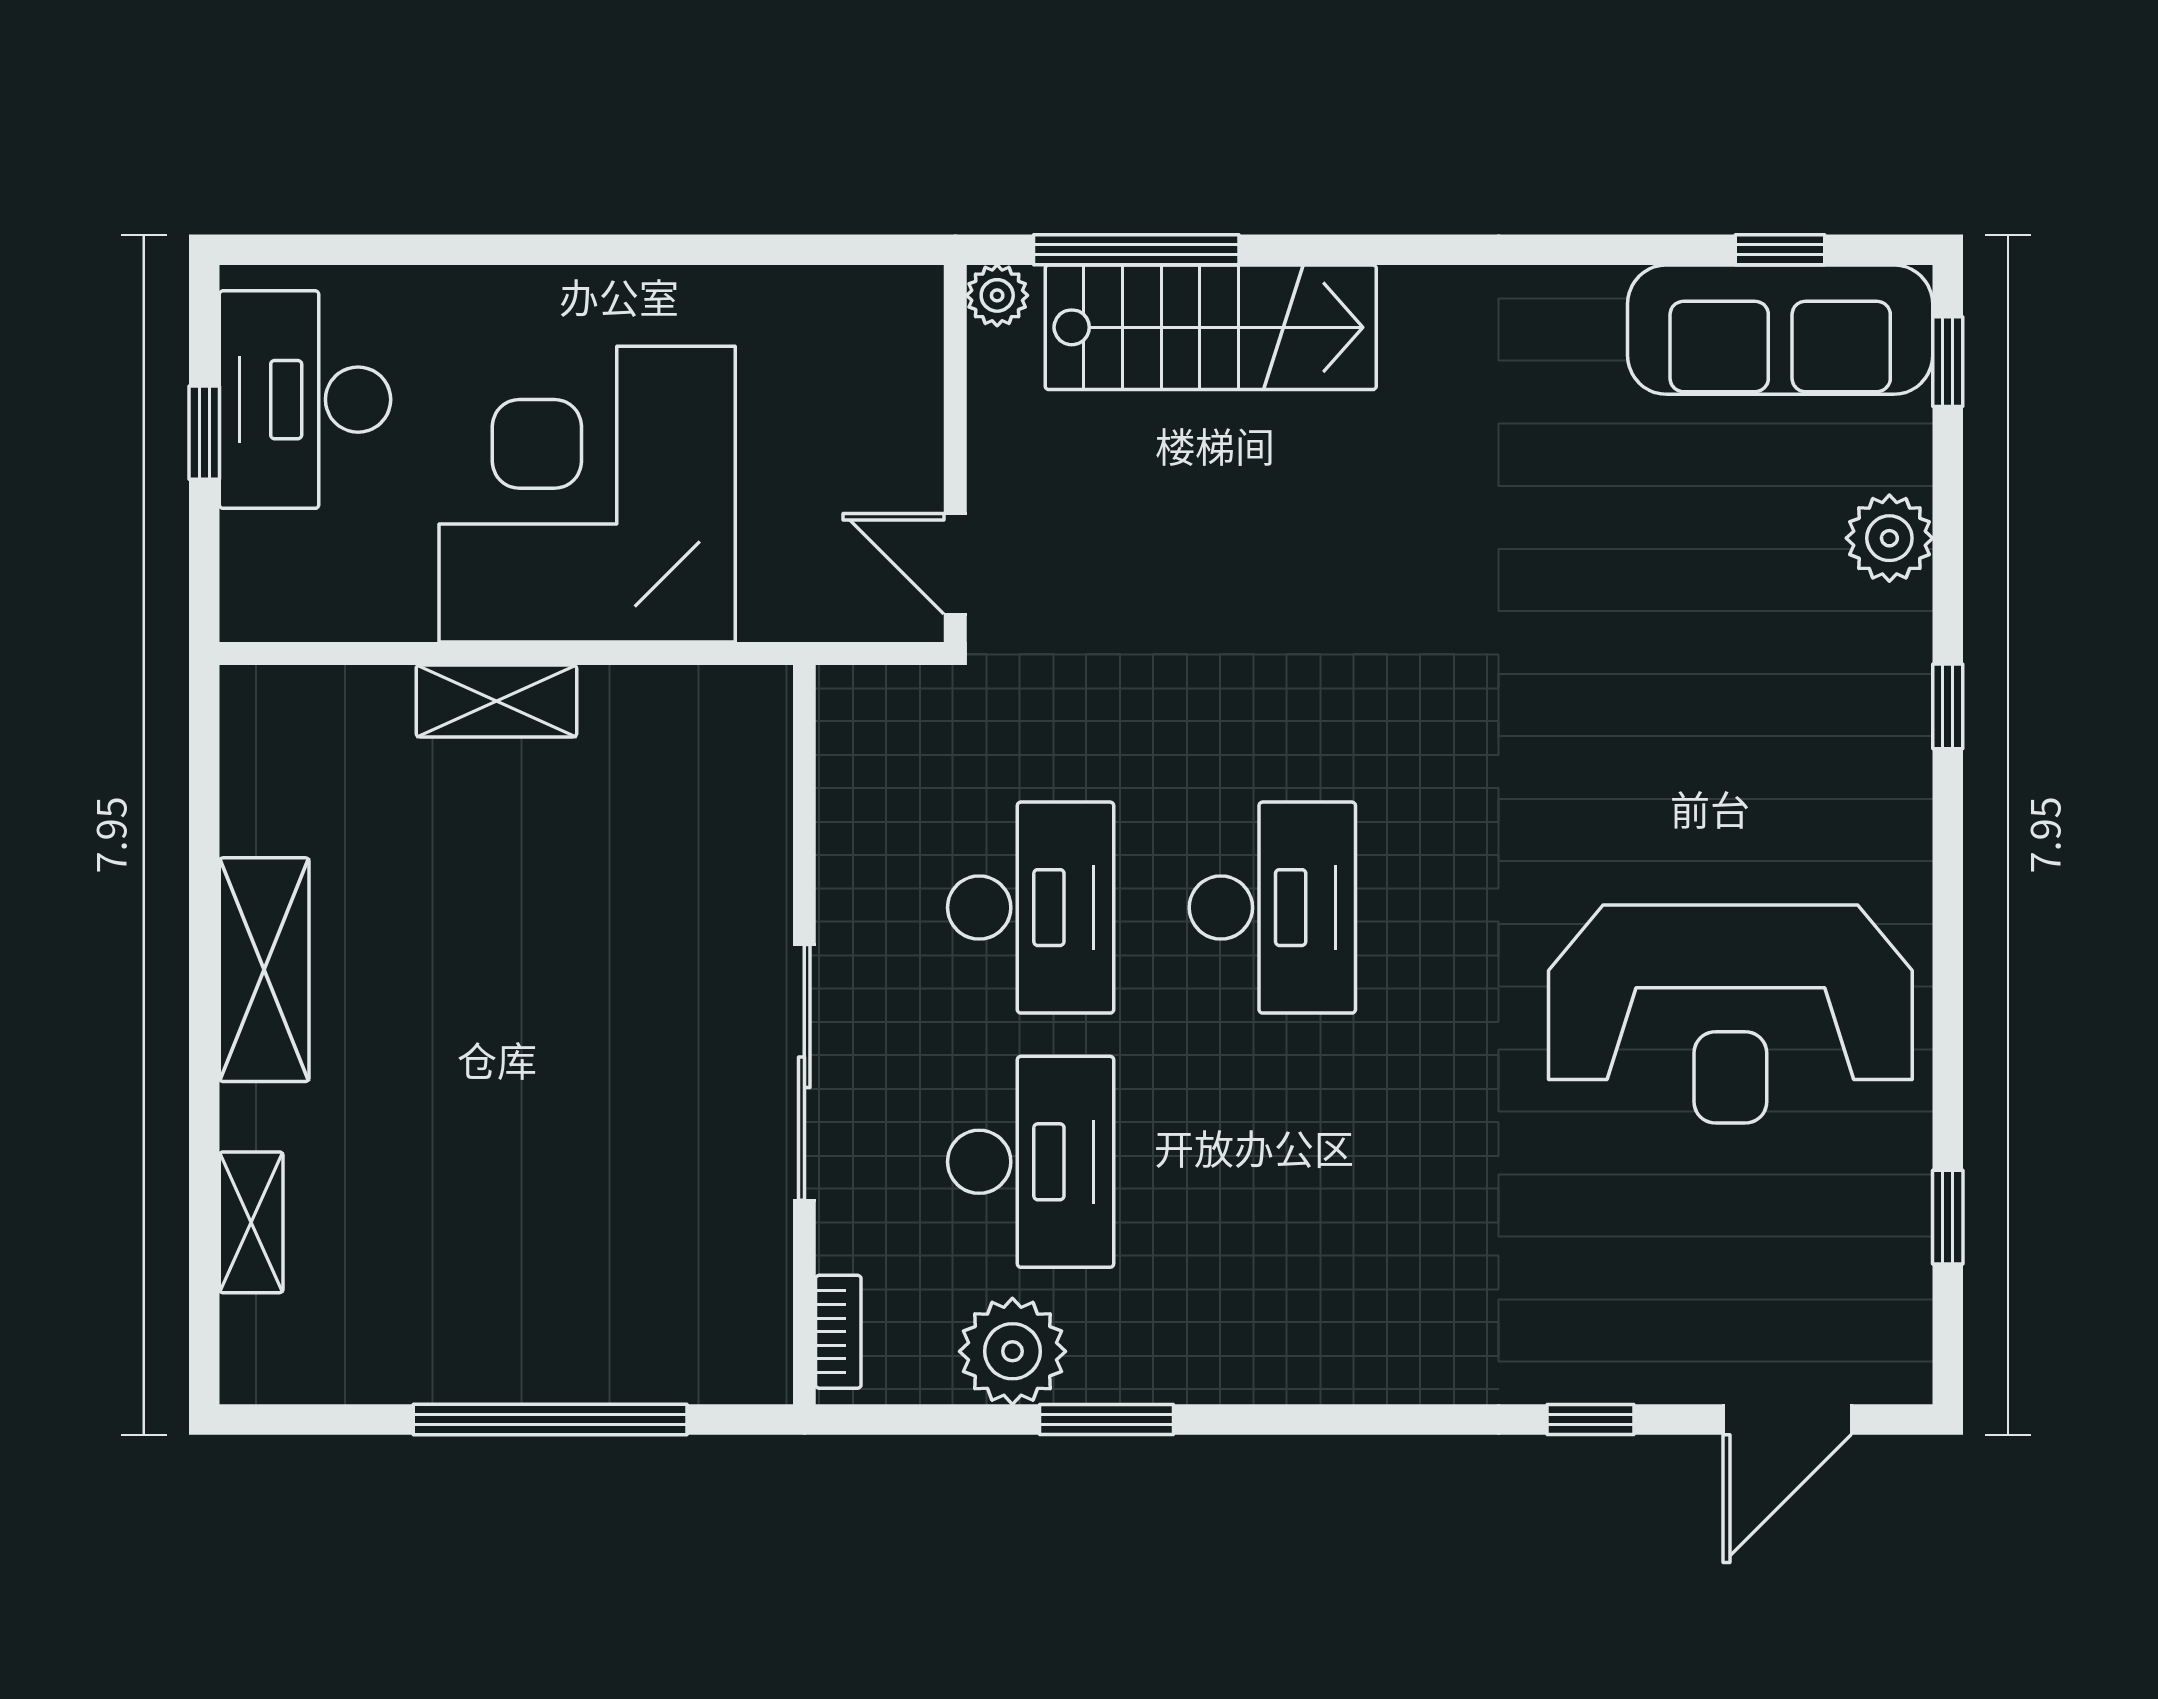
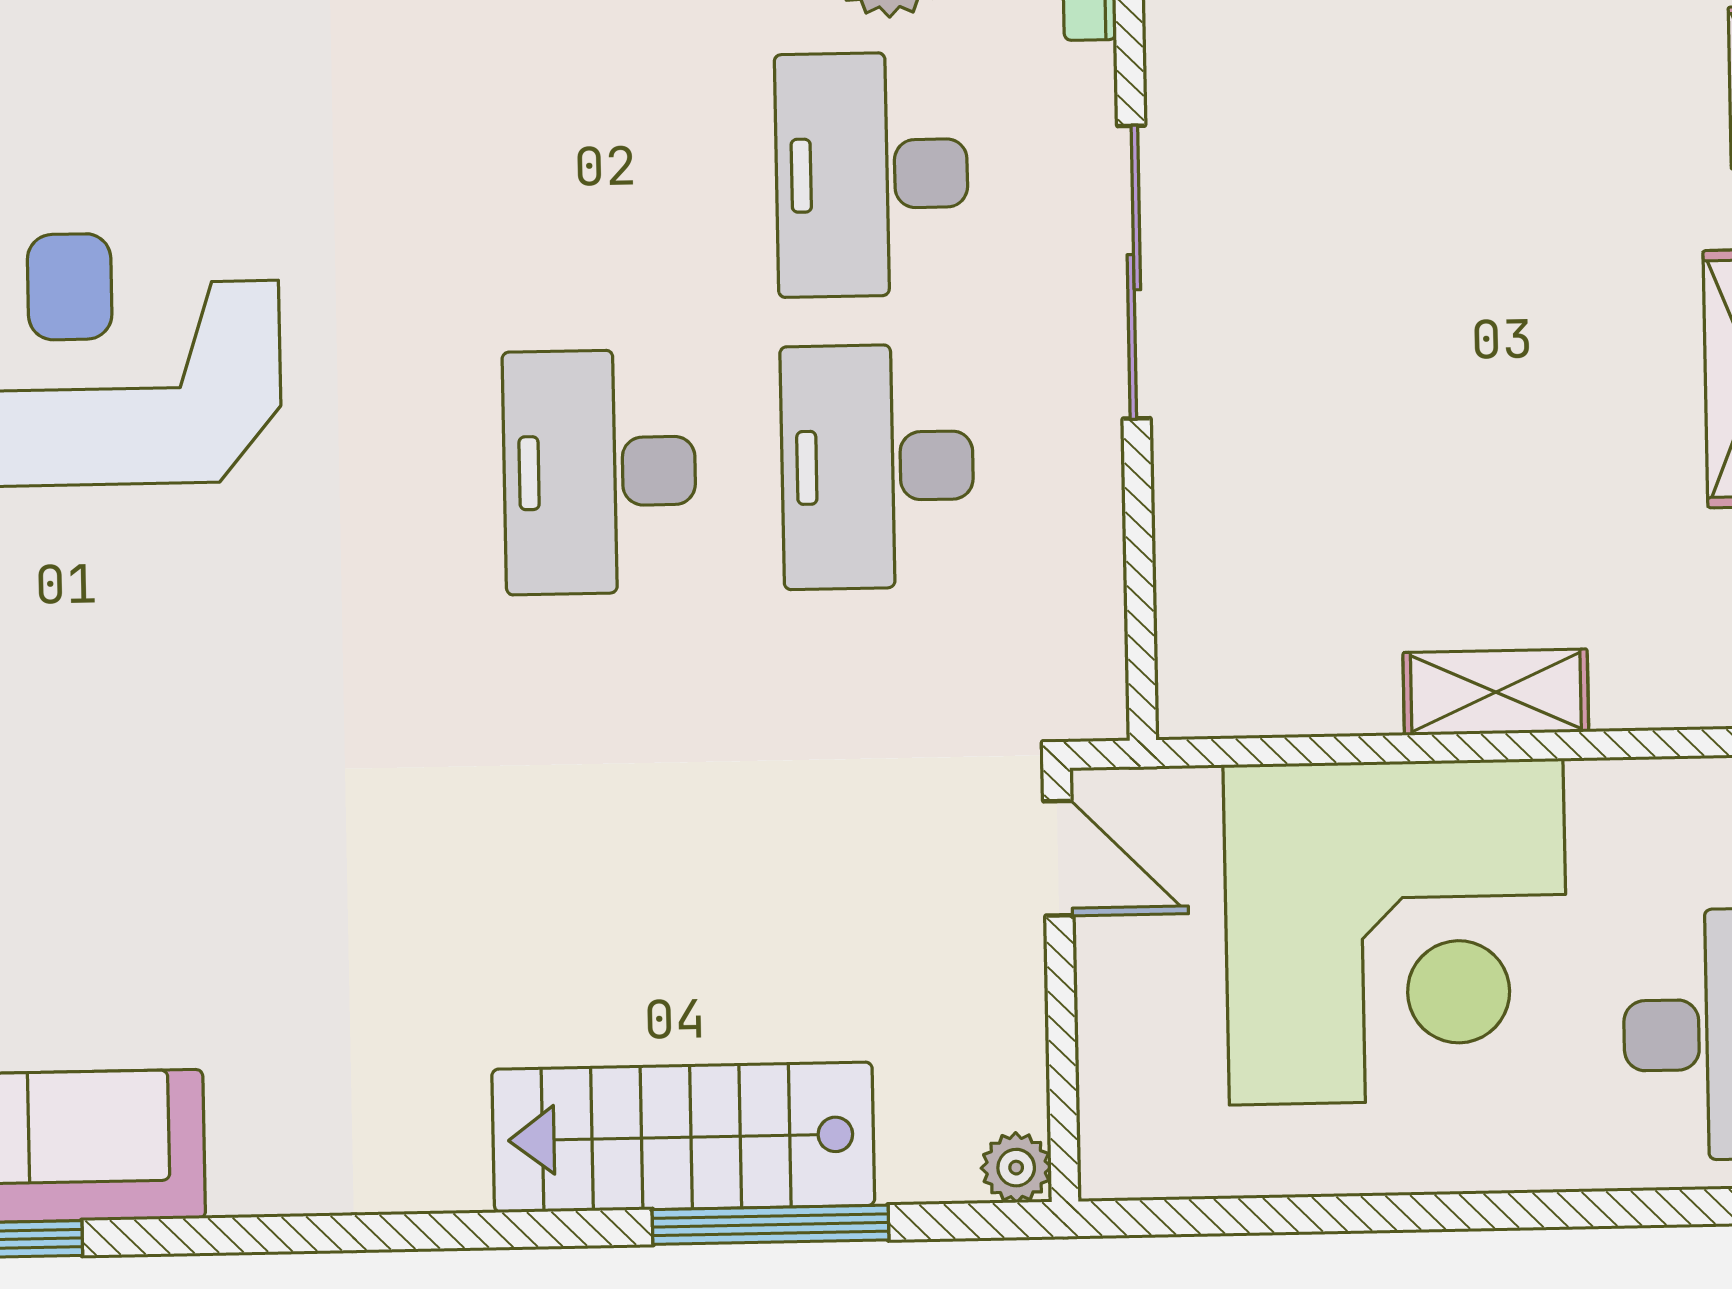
plant: (997, 295) -> (1016, 1168), moved
wall: (955, 454) -> (1061, 985), moved
door: (955, 564) -> (1058, 858), moved

